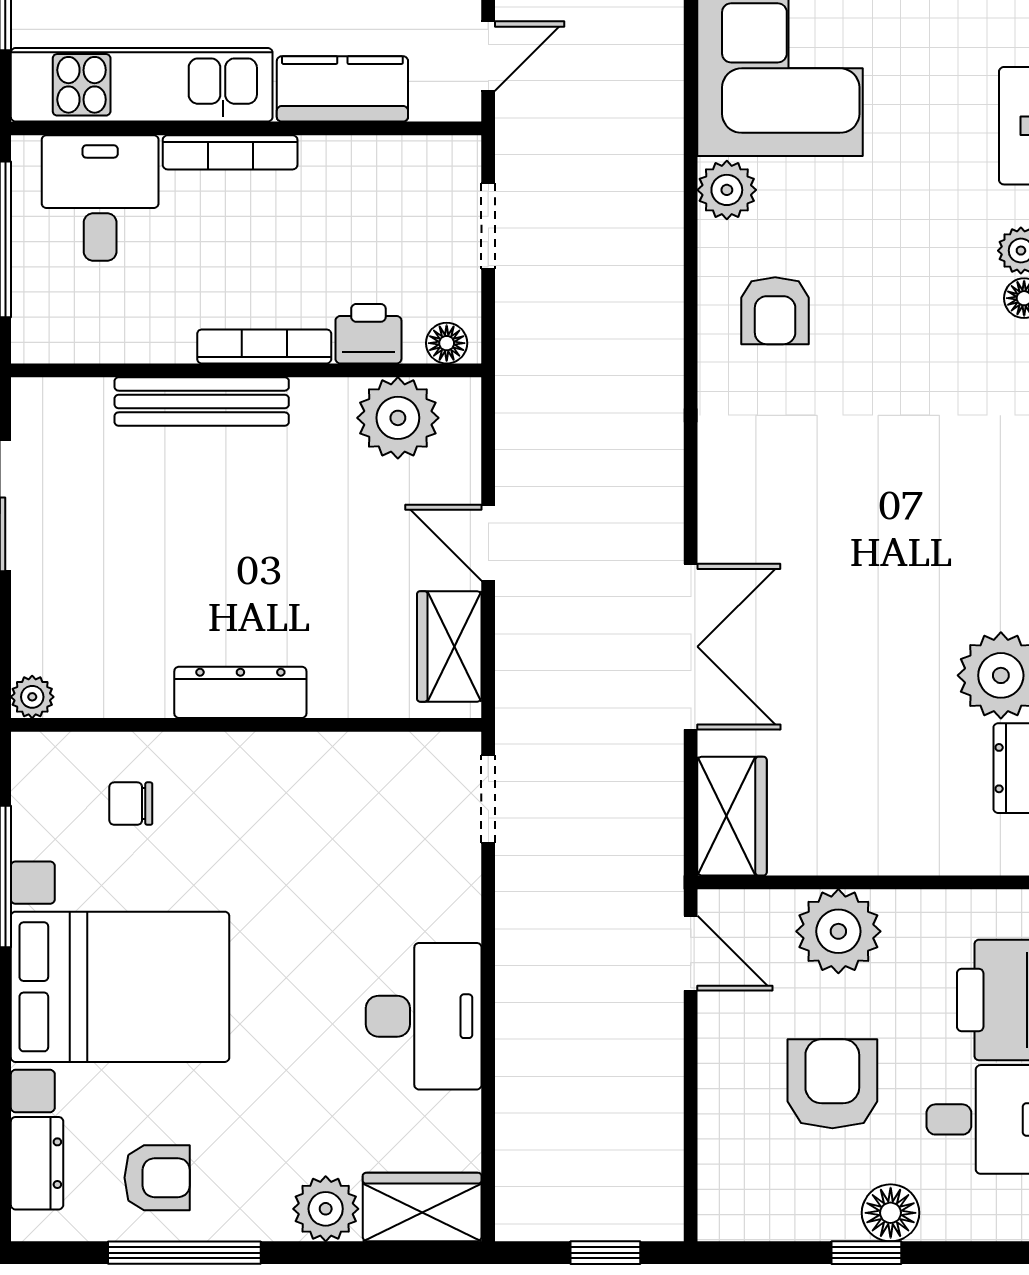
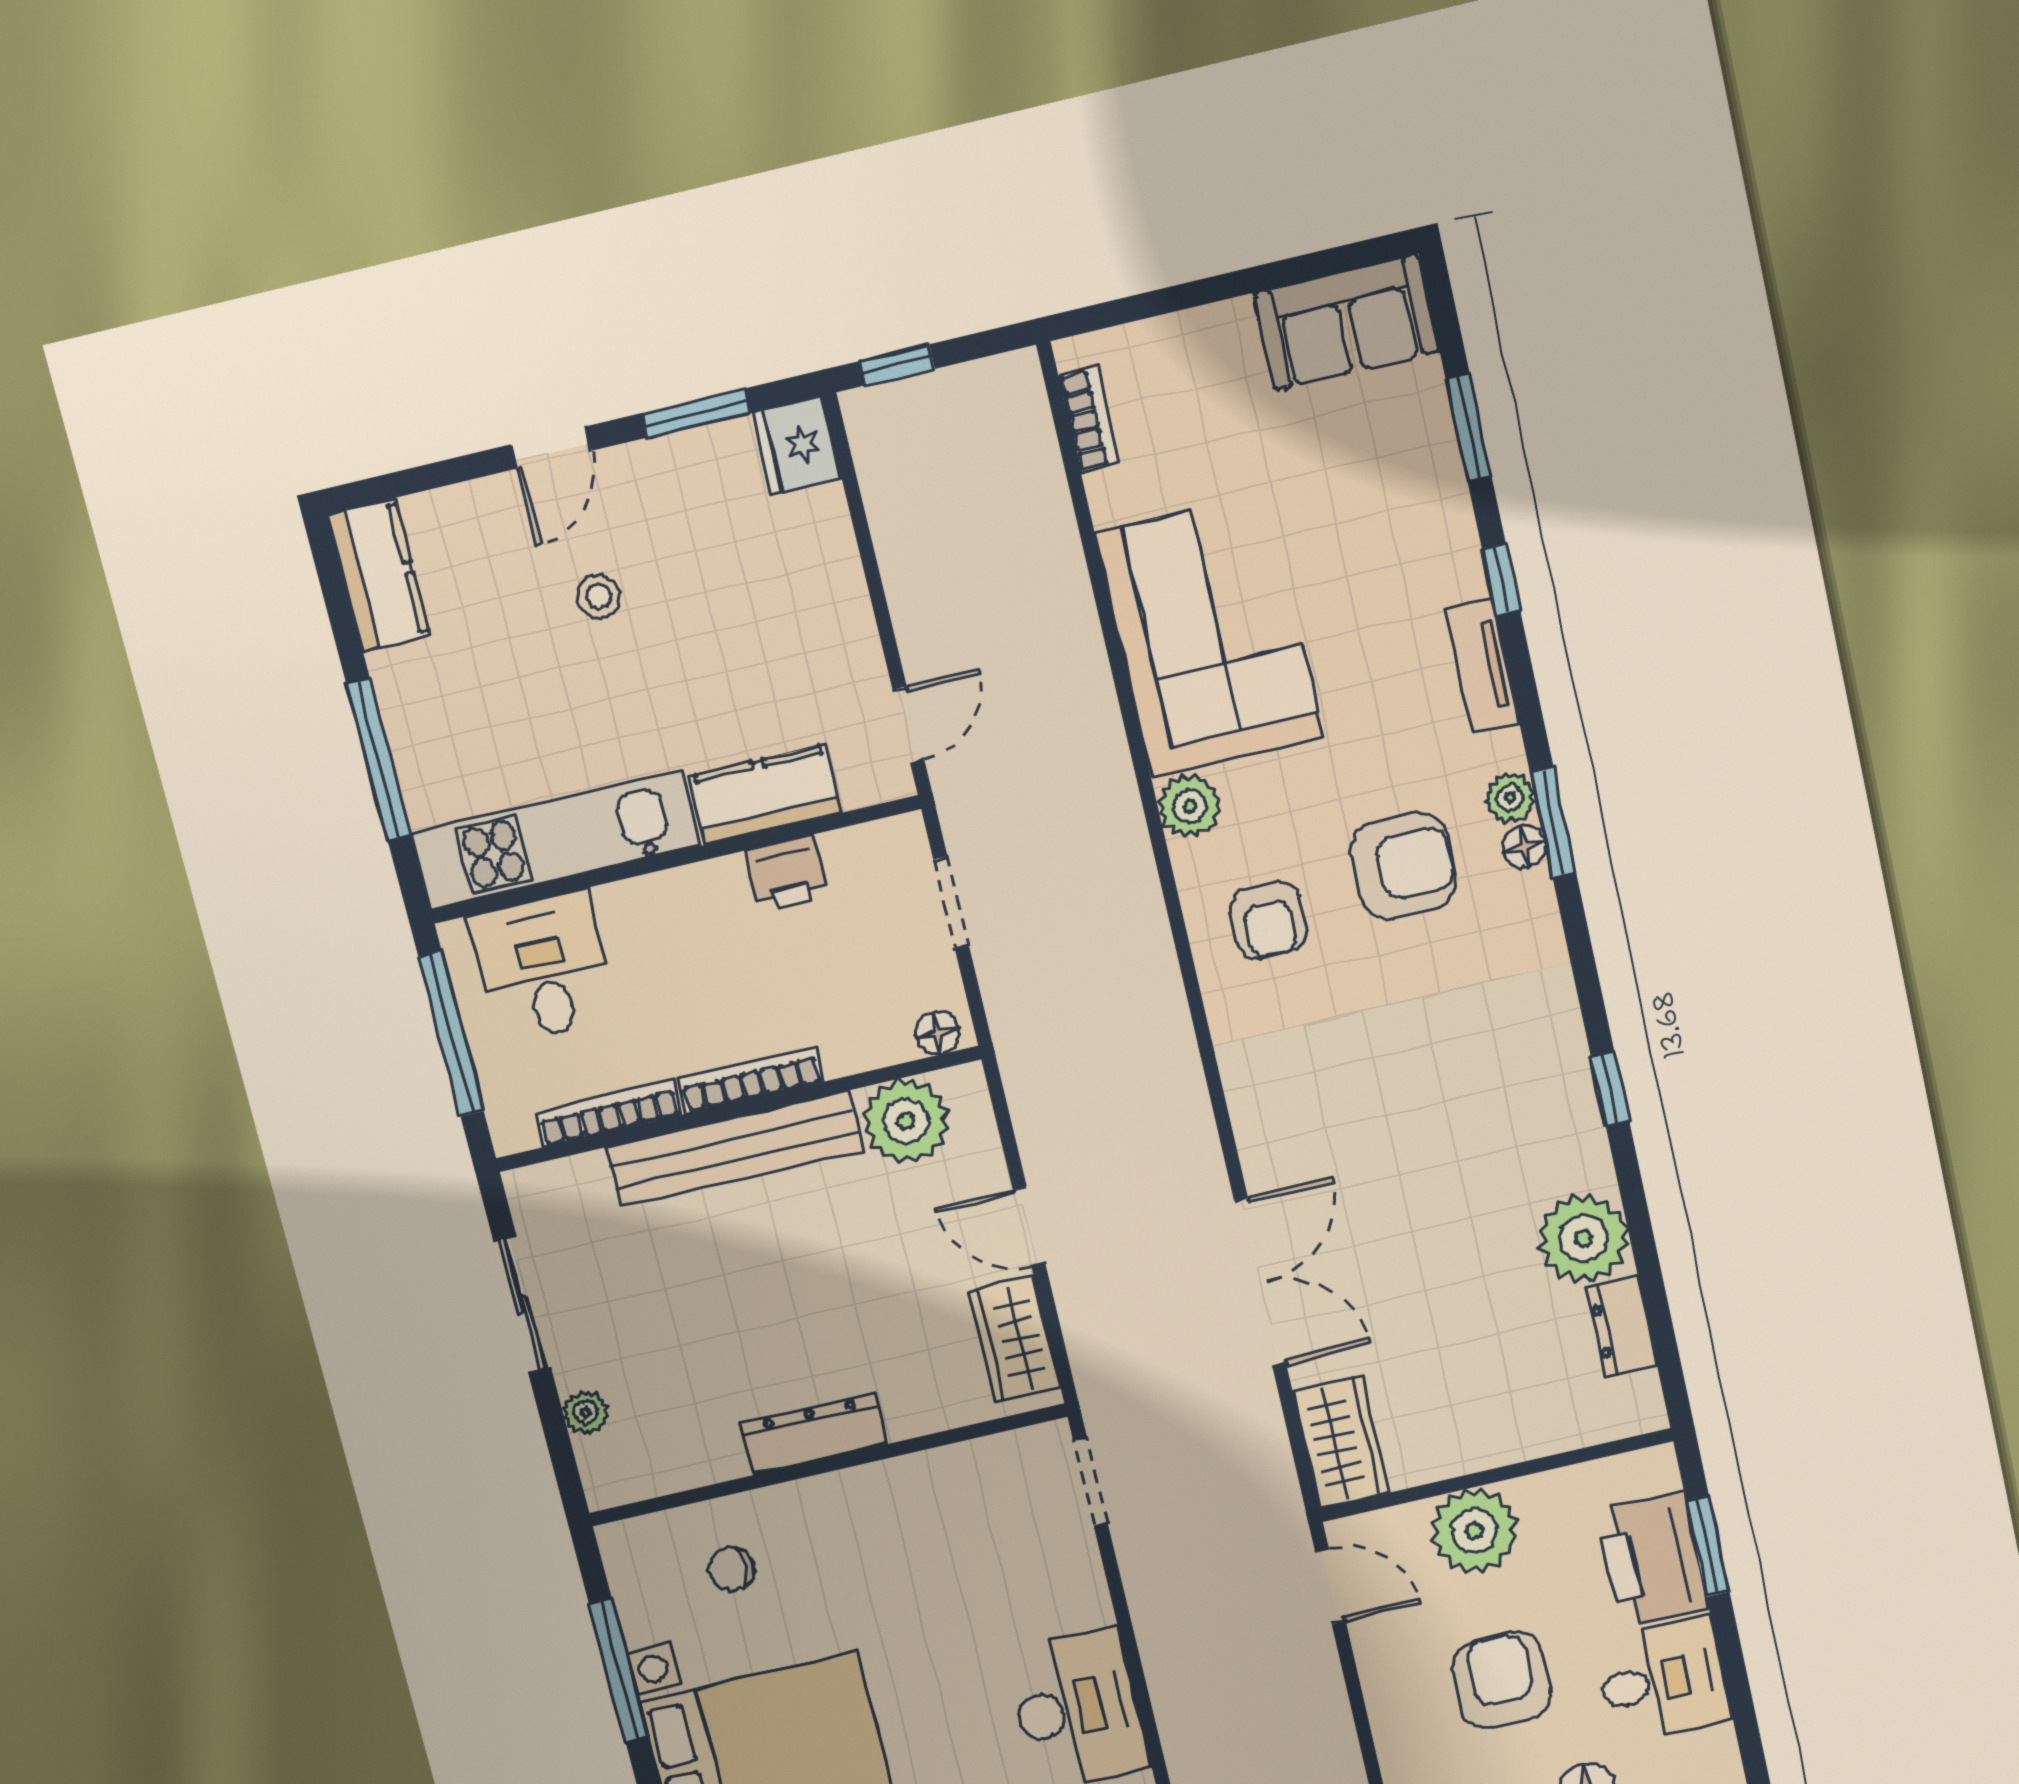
bookcase: (230, 152) -> (609, 1113), moved, turned 180
armchair: (910, 290) -> (1403, 866), added
printer: (368, 334) -> (787, 874), moved, turned 180
bench: (202, 401) -> (735, 1149), width x1.37, depth x1.21
plant: (32, 697) -> (586, 1412), moved

